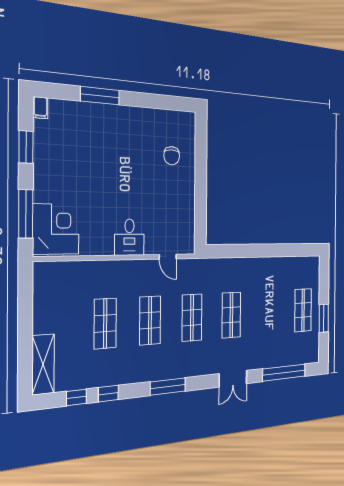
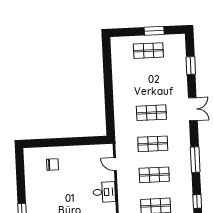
door: (168, 257) -> (115, 164), swing flipped
window: (284, 373) -> (191, 66), width x0.47

